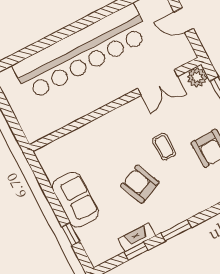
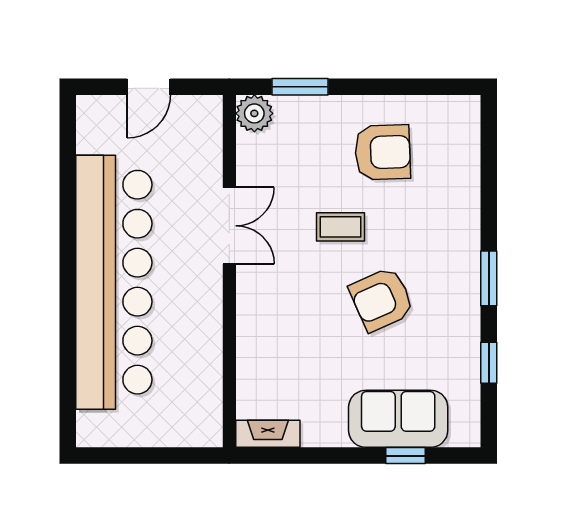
double door: (158, 83) -> (229, 226), moved
sofa: (75, 200) -> (398, 419), moved
fireplace: (137, 237) -> (268, 434), moved, turned 90

